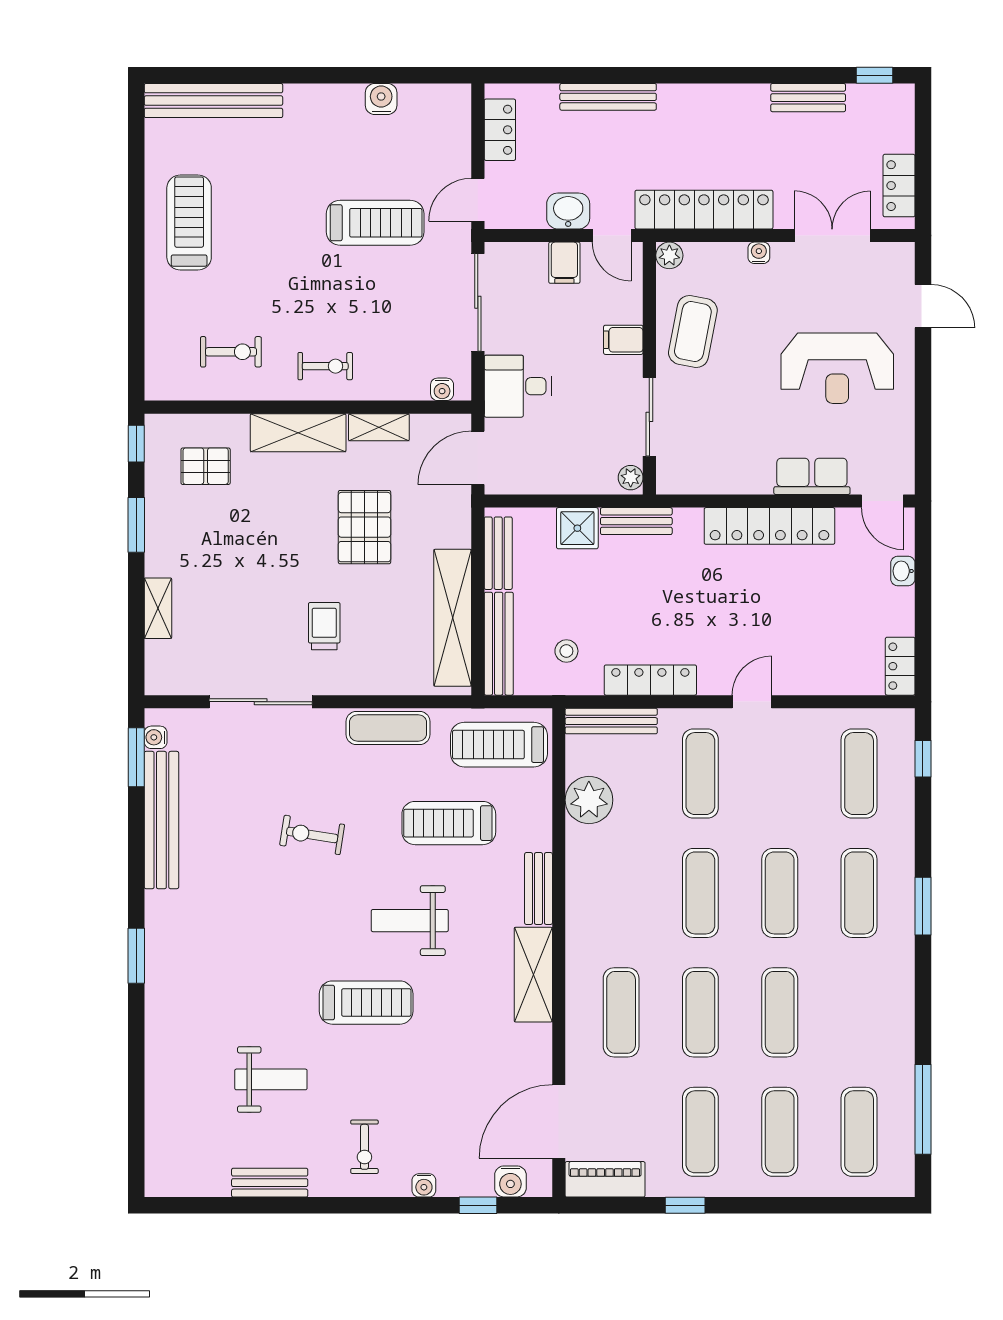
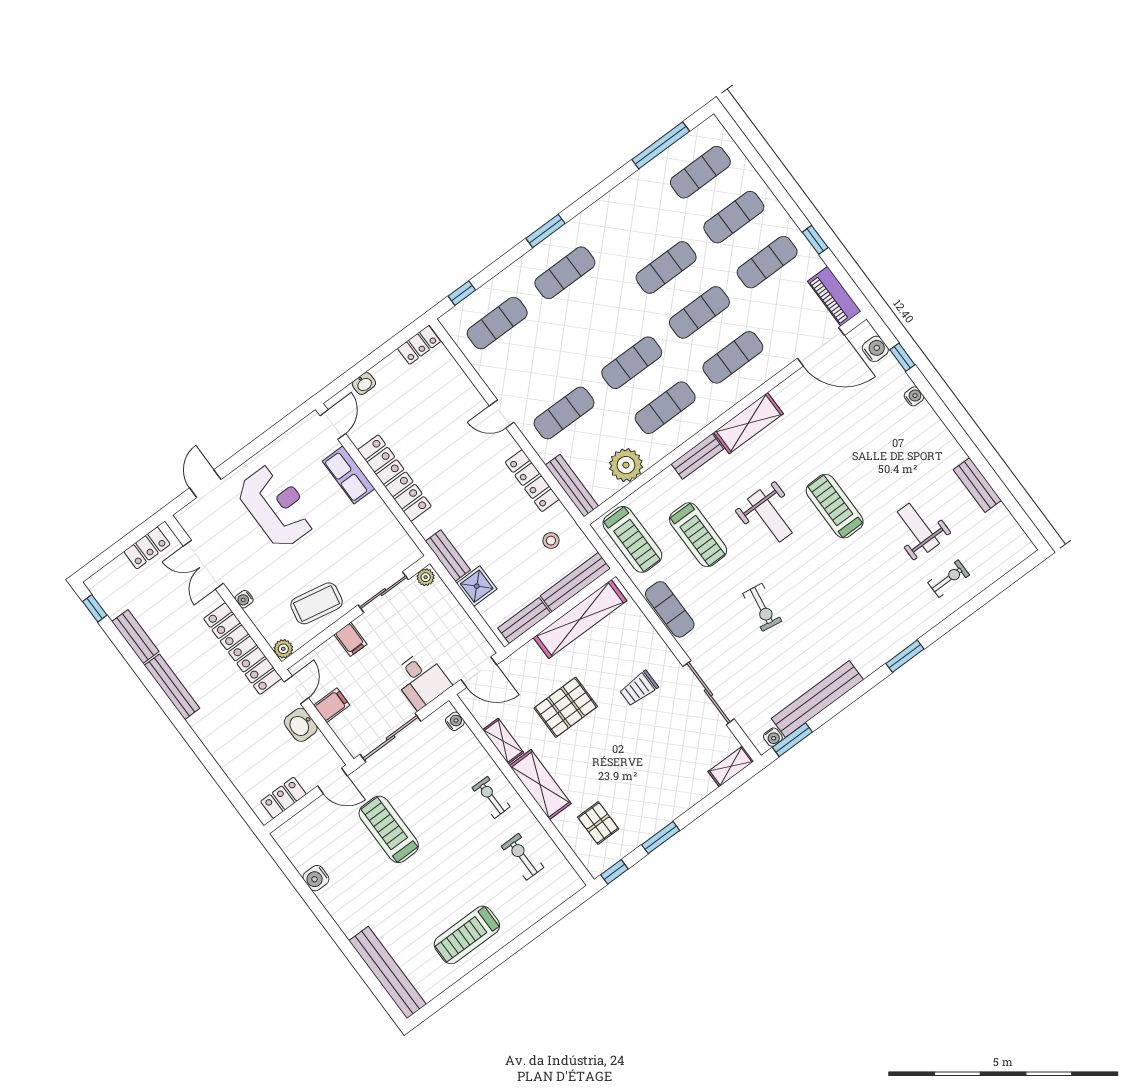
bench: (608, 97) -> (172, 687), moved
shelving: (158, 608) -> (731, 766), moved
exercise mat: (780, 893) -> (665, 408), moved
exercise bike: (364, 1147) -> (949, 579), moved

